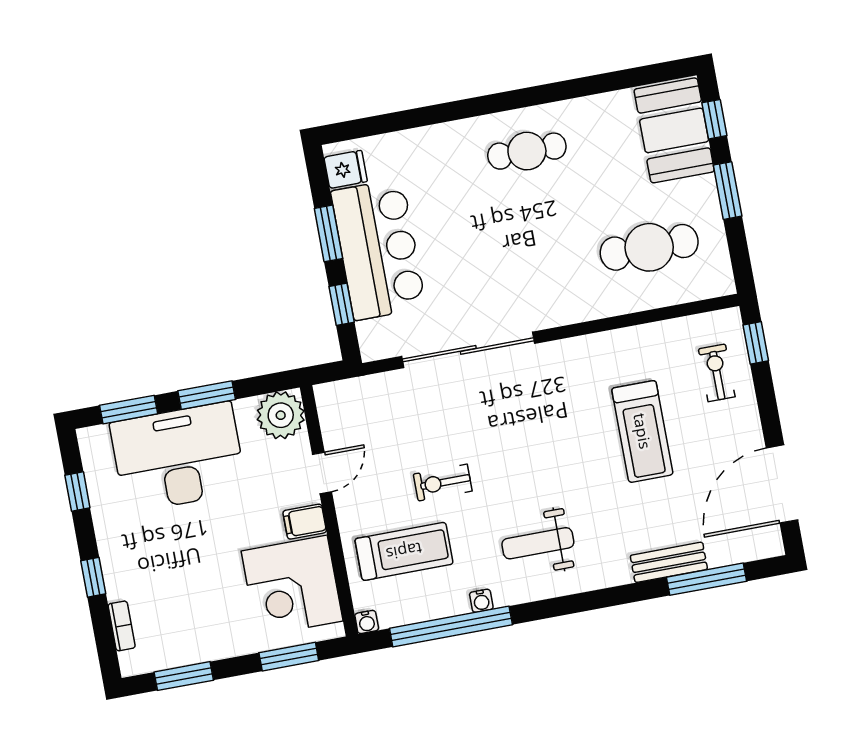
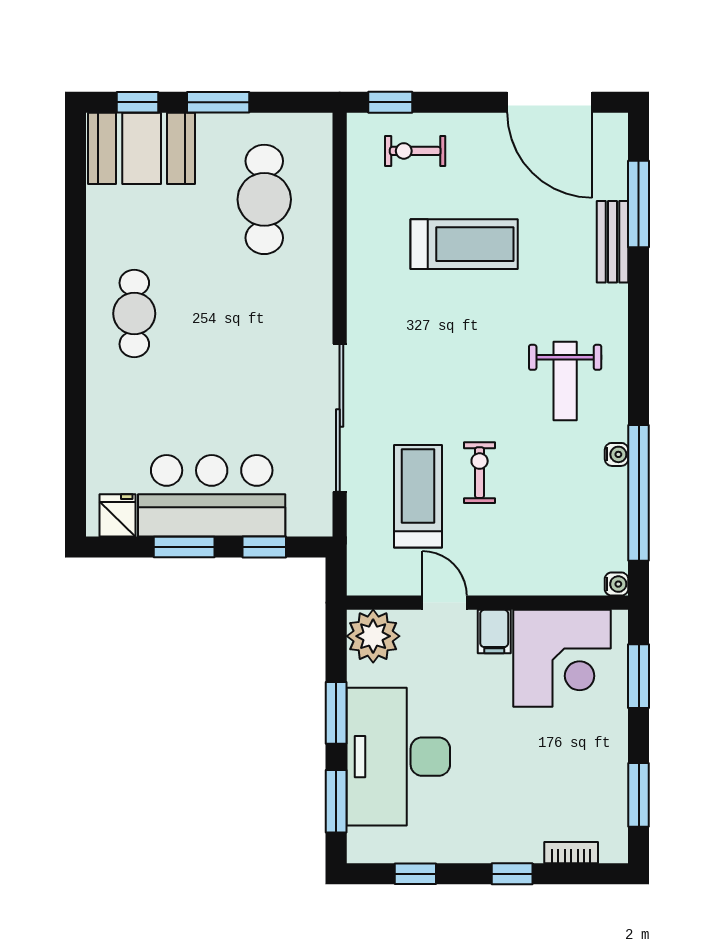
exercise bike: (443, 483) -> (480, 473), turned 180
treadmill: (404, 551) -> (418, 496), moved

